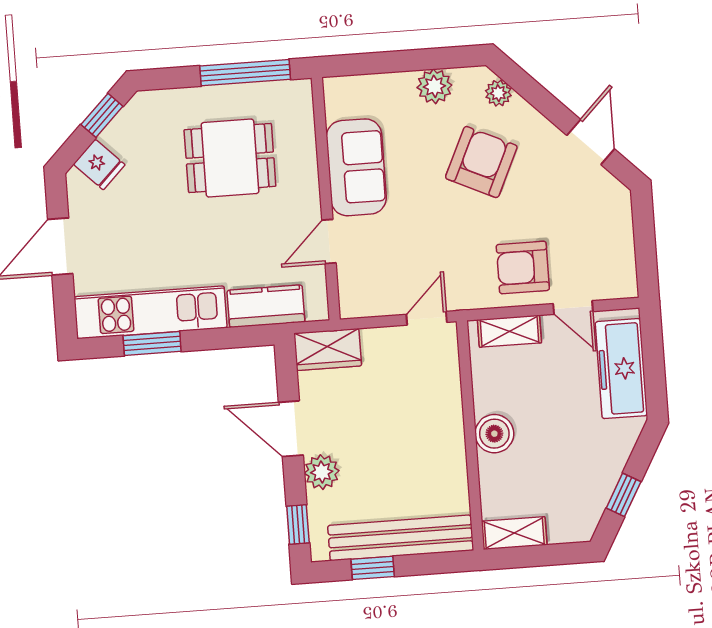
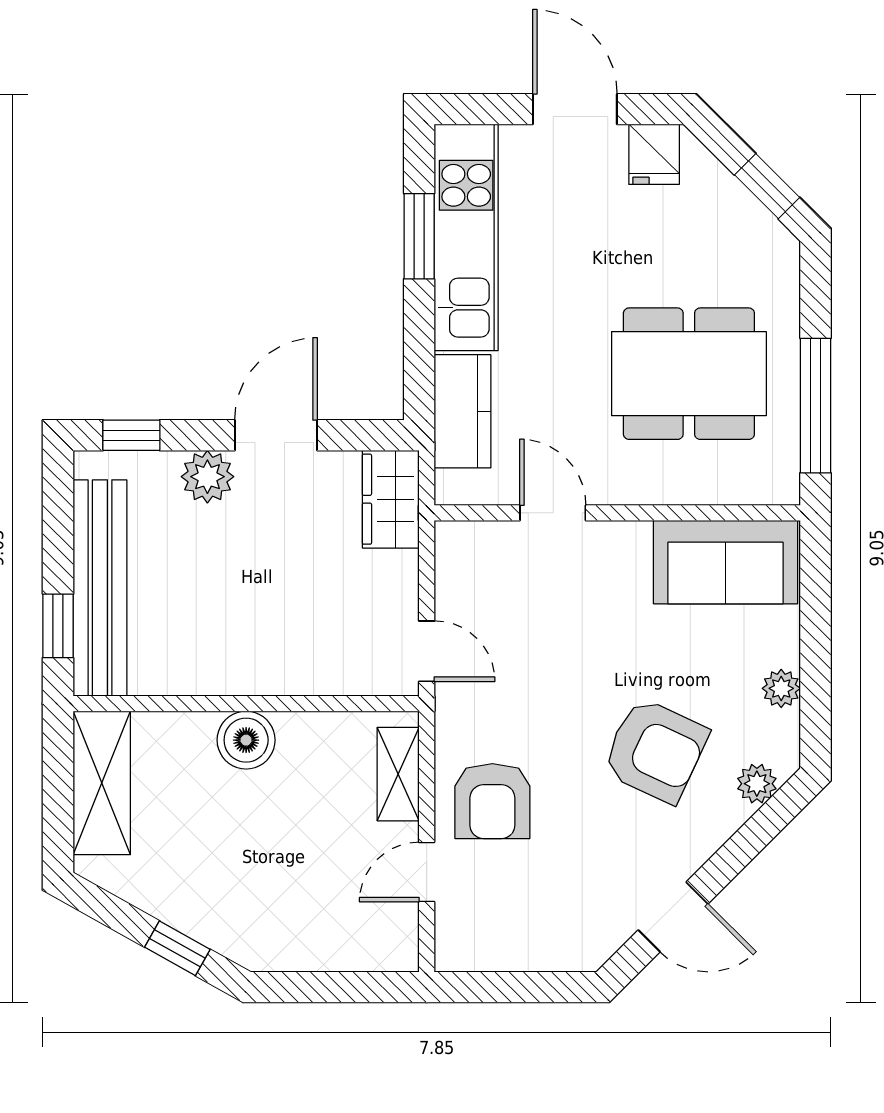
plant: (434, 86) -> (781, 688), width x0.73, depth x0.73
dining table: (230, 158) -> (689, 374), width x1.38
fridge: (99, 165) -> (654, 154), moved, turned -45
sofa: (356, 167) -> (725, 562), moved
armchair: (523, 267) -> (492, 801), turned 180
freezer: (621, 369) -> (330, 938), removed
window: (624, 495) -> (177, 948), moved
shelving: (514, 533) -> (102, 783), width x1.50, depth x1.33
window: (373, 568) -> (58, 626), moved

